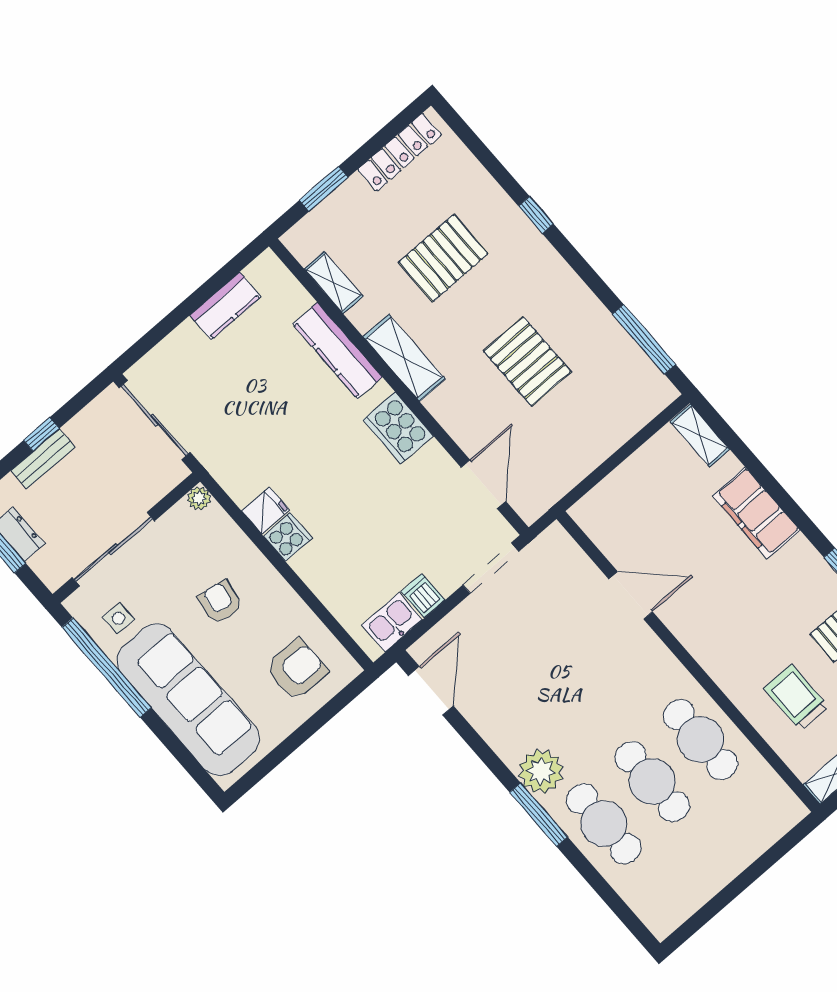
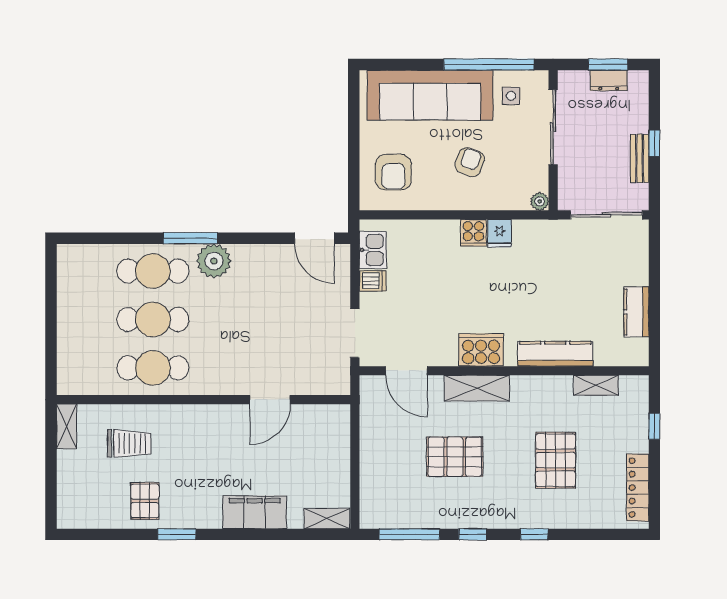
window: (324, 189) -> (654, 426), width x0.67
window: (589, 276) -> (473, 534), added
shelving: (404, 358) -> (477, 388), moved
bench: (43, 459) -> (640, 158), moved
armchair: (220, 602) -> (470, 162), turned -80

